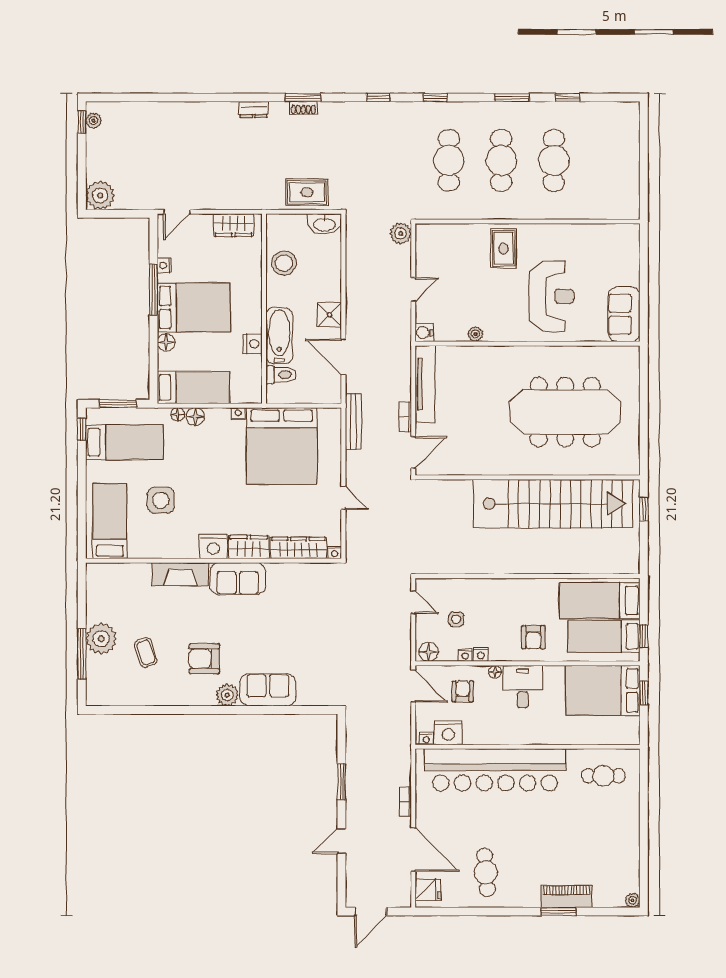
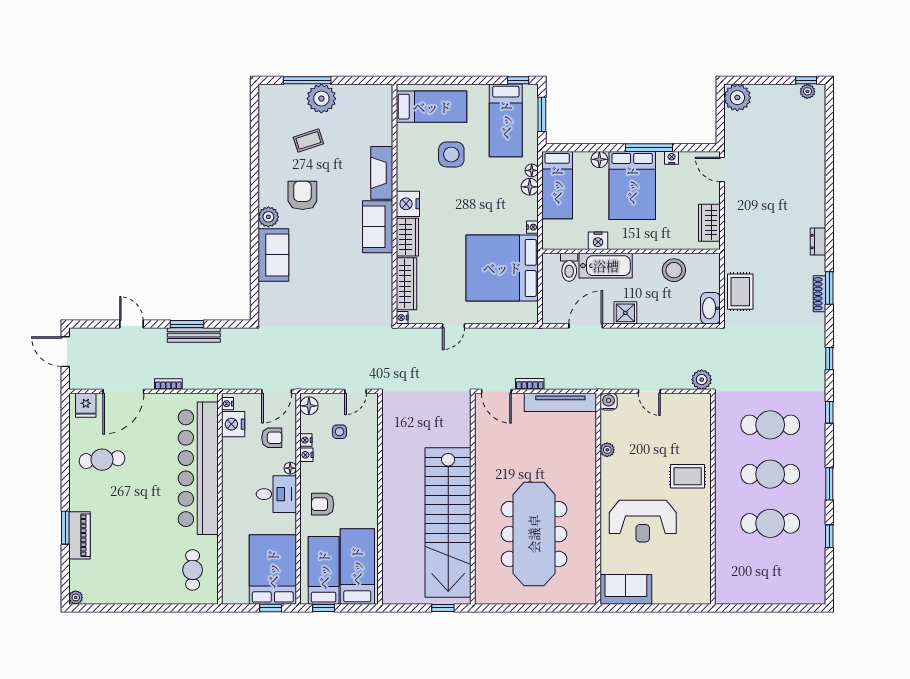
shoe rack: (303, 108) -> (820, 294), width x1.43
bench: (353, 422) -> (194, 335), moved

